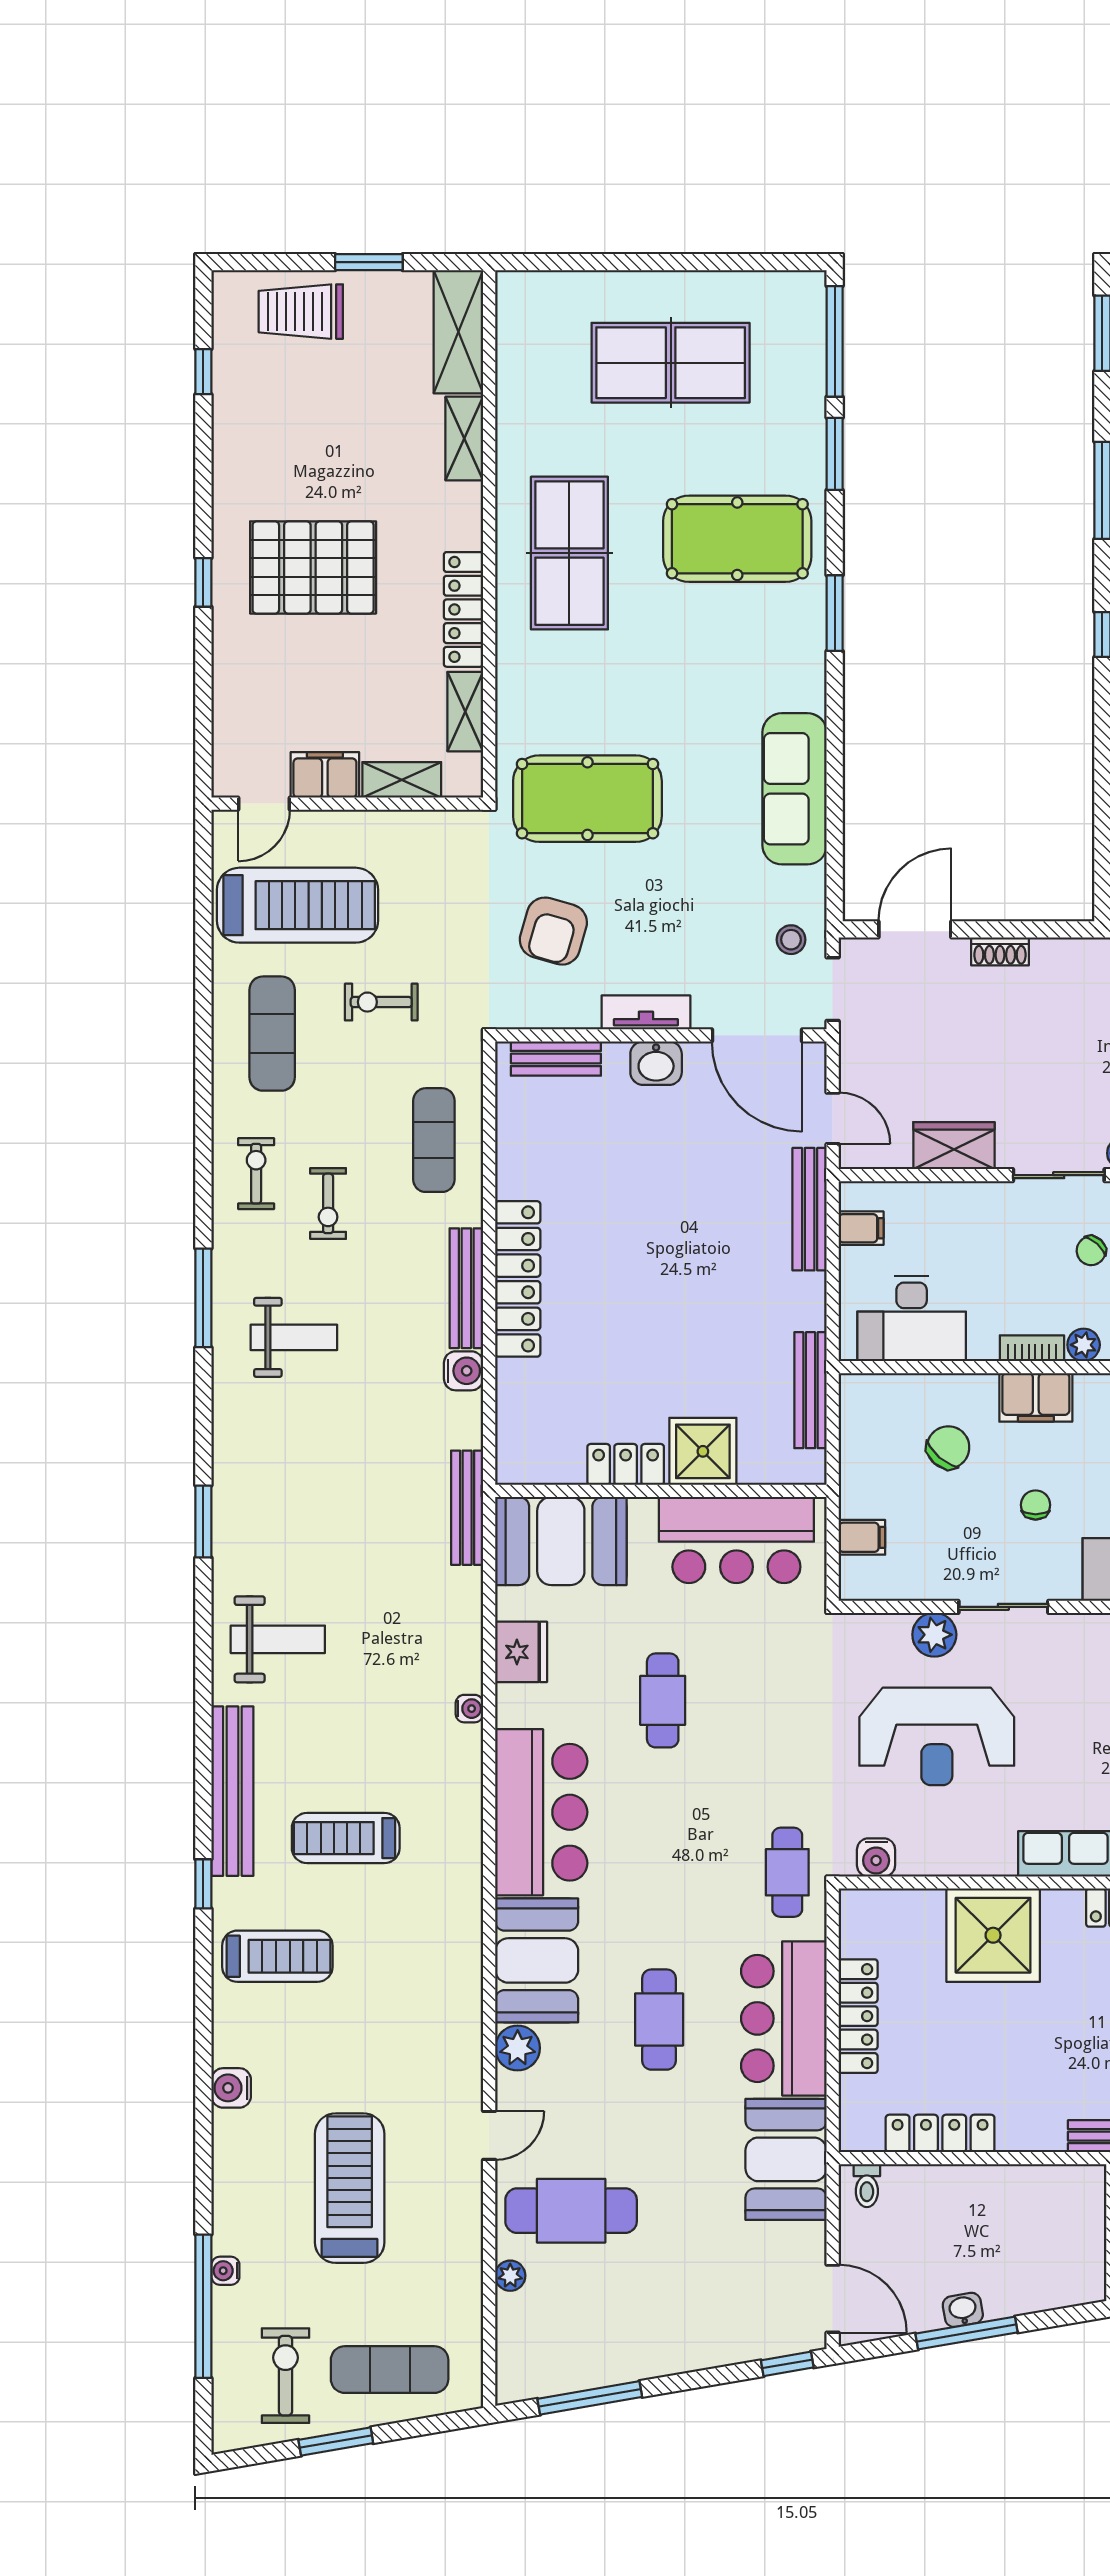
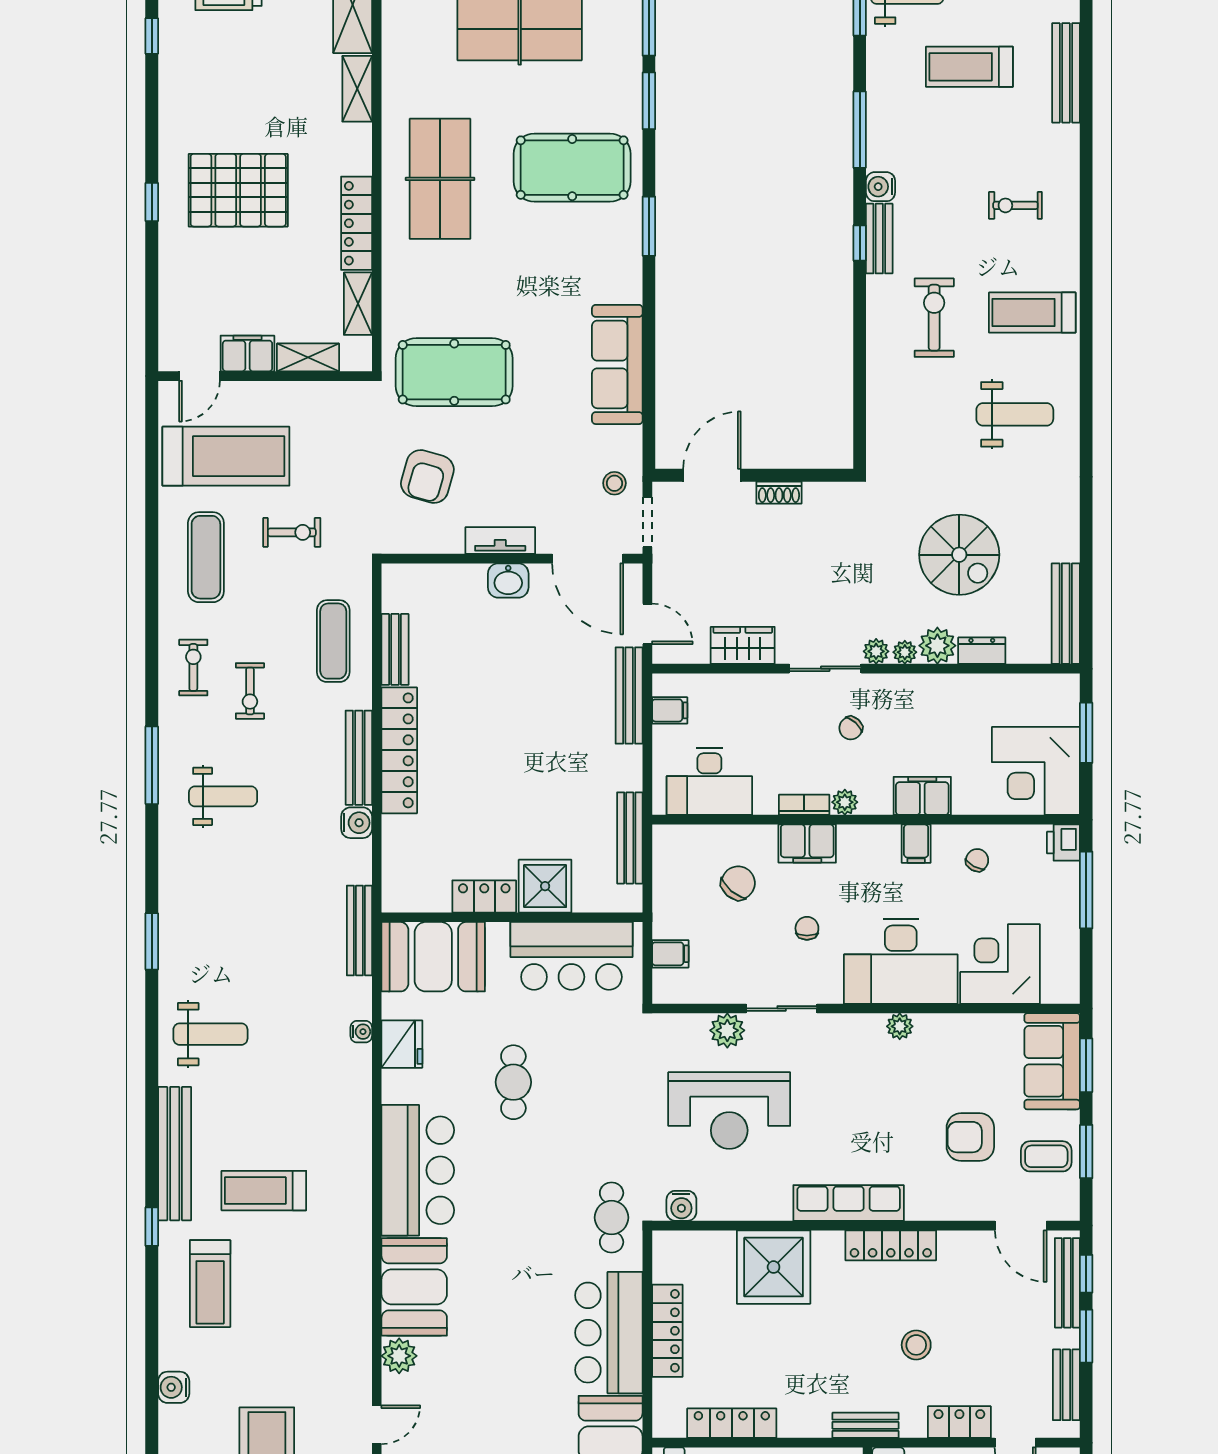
exercise bike: (381, 1002) -> (292, 532), turned 180
bench: (556, 1059) -> (395, 649), moved, turned 90
water cooler: (469, 1709) -> (361, 1032), moved
treadmill: (277, 1956) -> (210, 1284), turned 90
cafe table: (659, 2020) -> (511, 1333), removed

